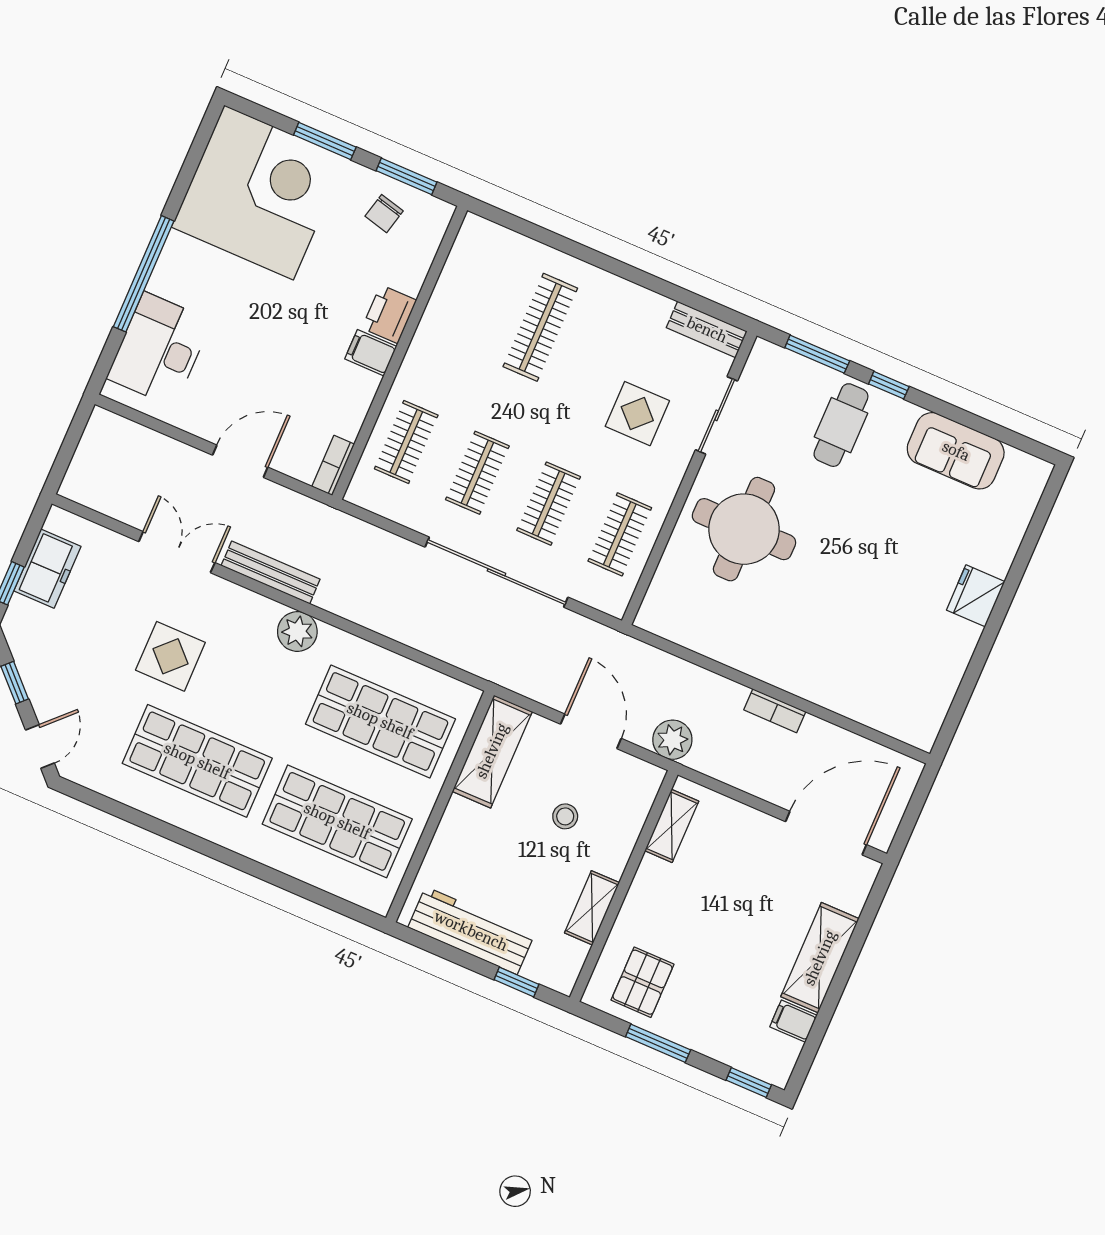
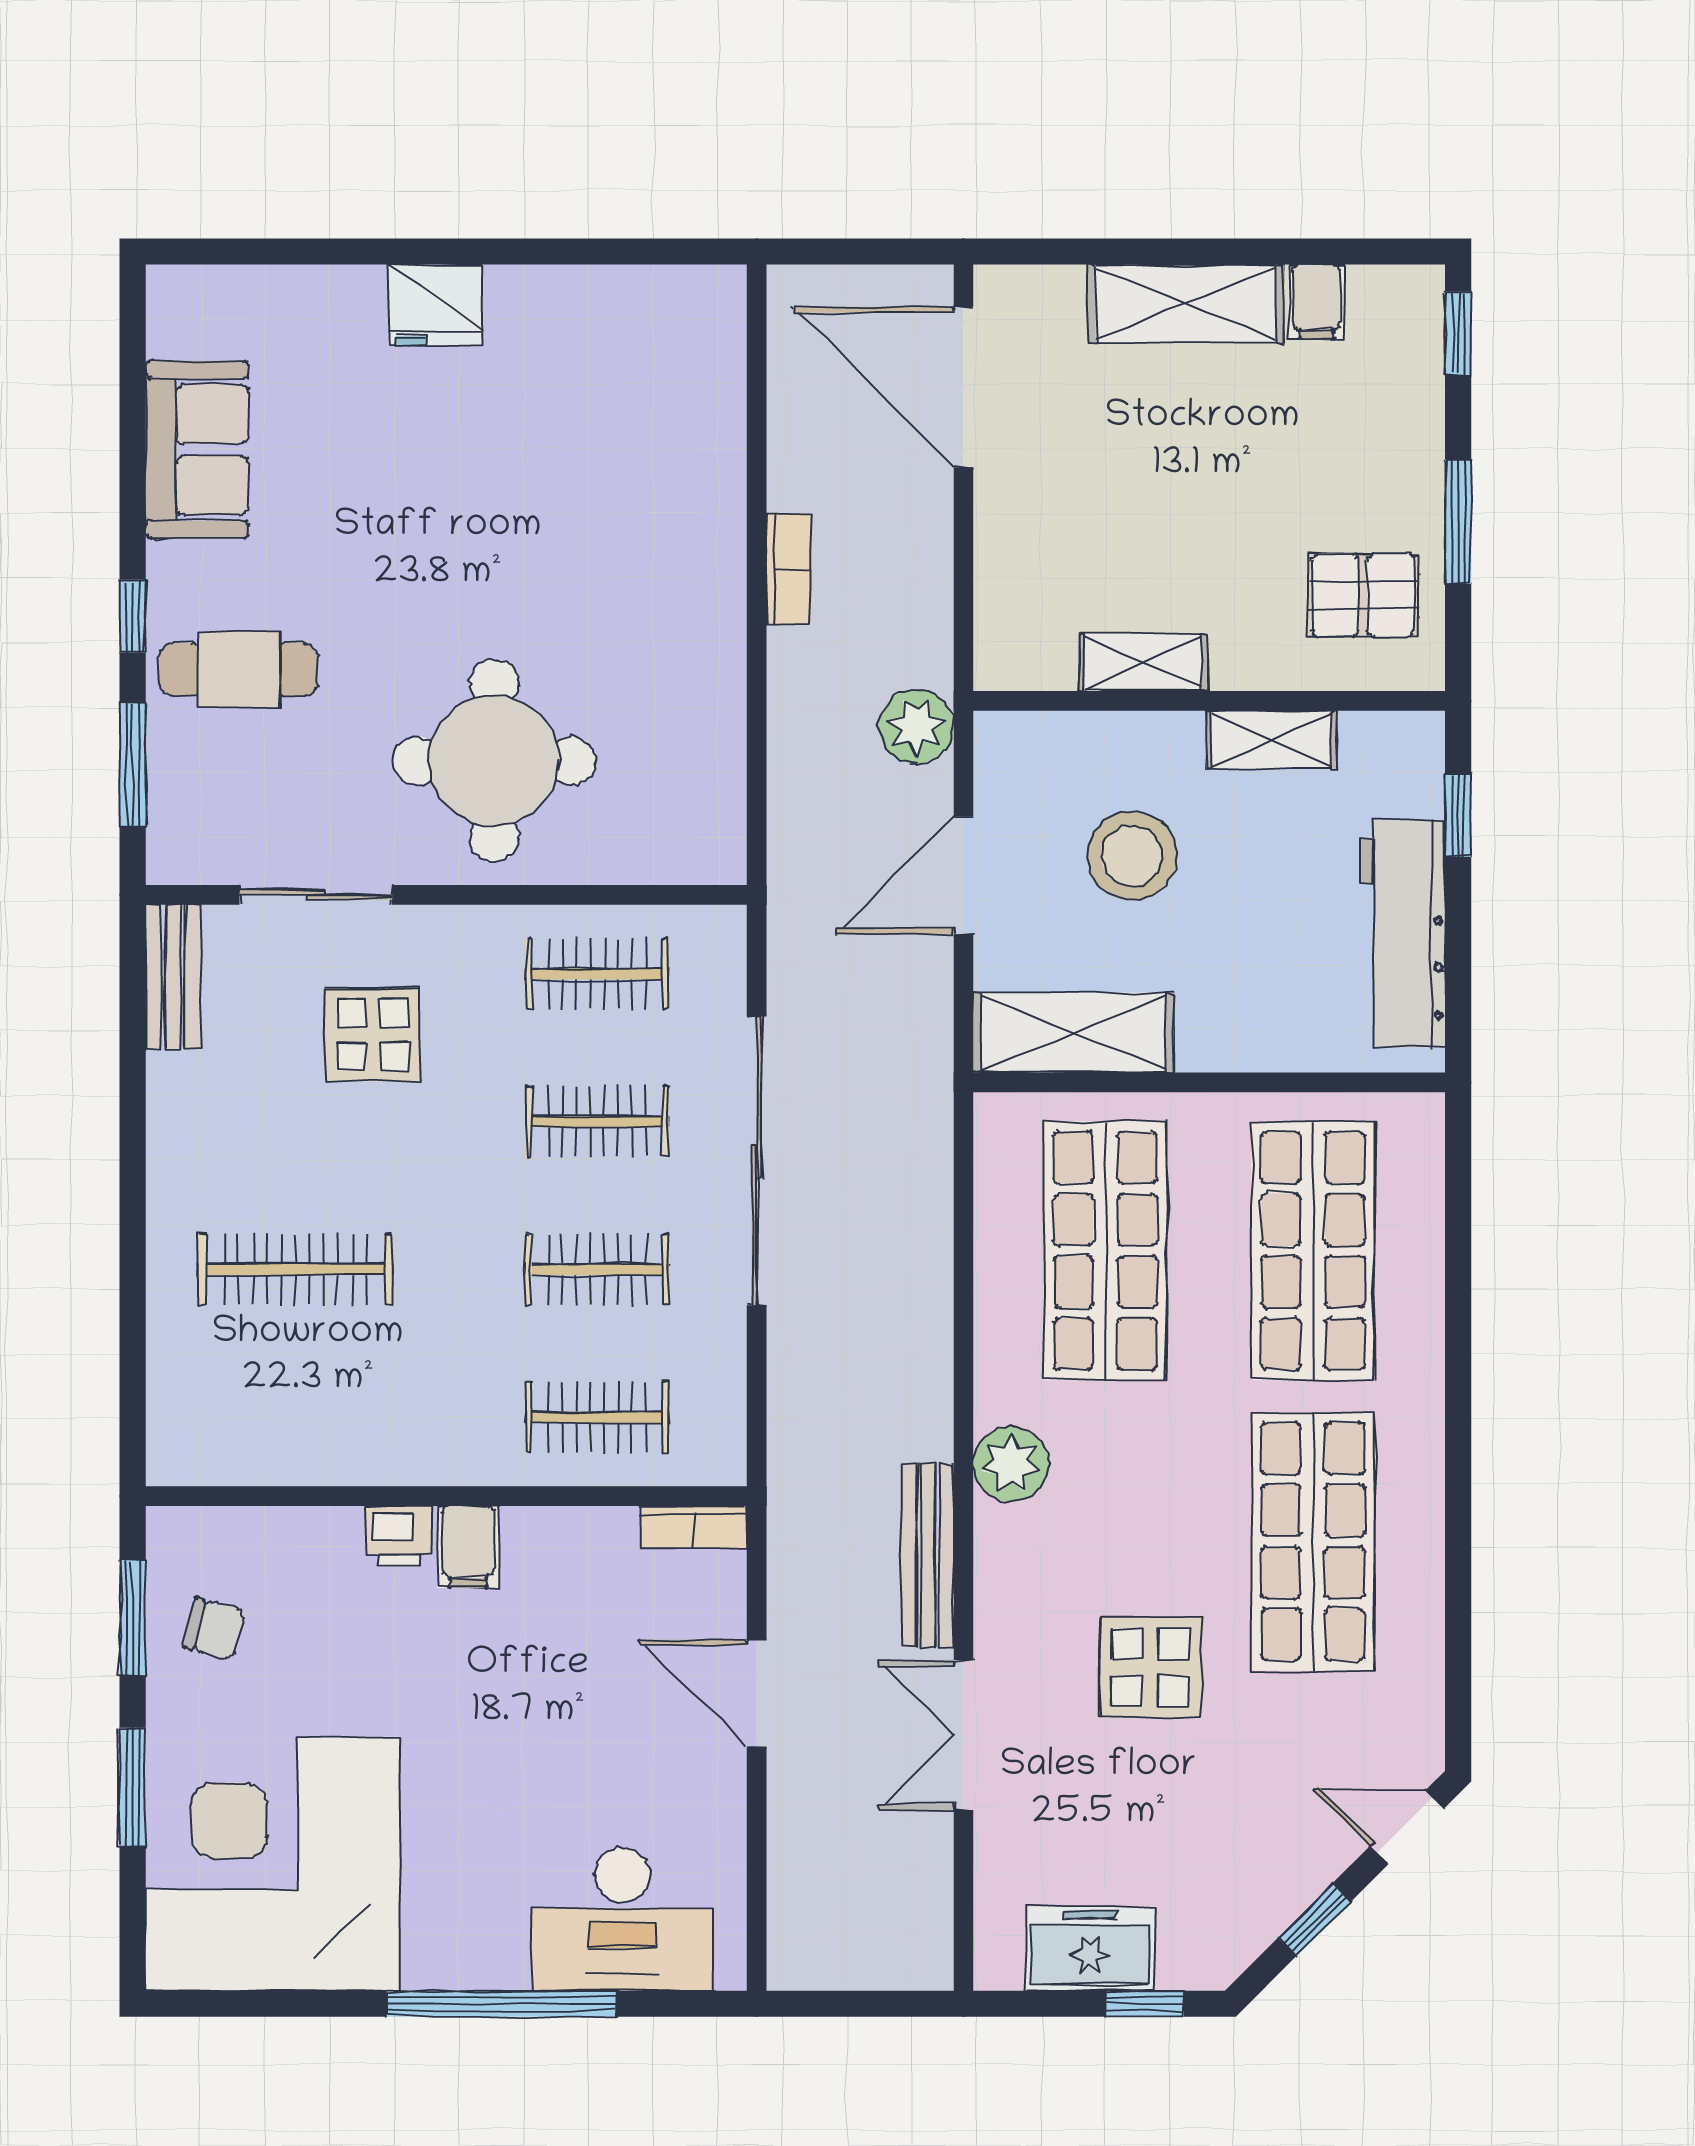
printer: (389, 314) -> (399, 1536), width x0.73, depth x0.81
stool: (565, 816) -> (1132, 856), width x1.89, depth x1.89
shelving: (672, 826) -> (1143, 662), moved

